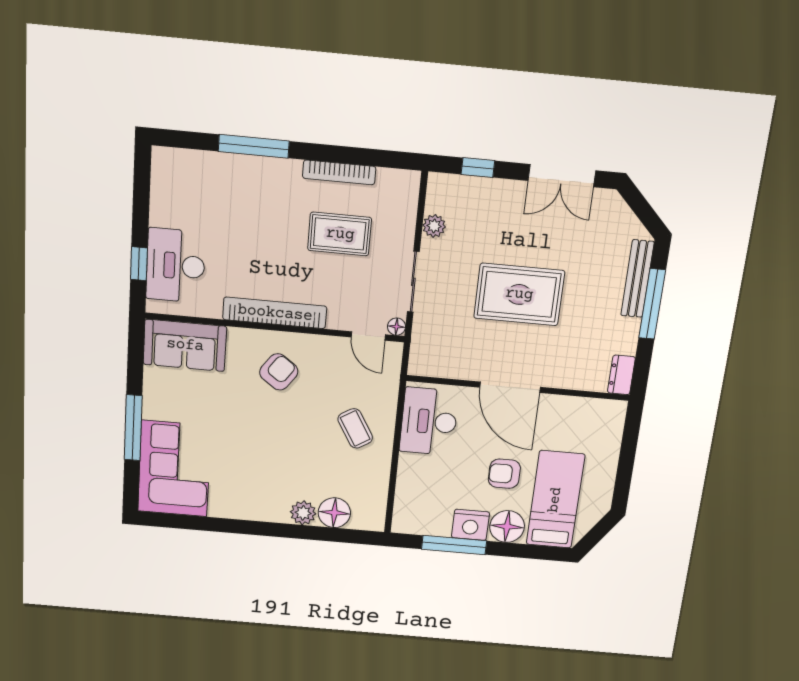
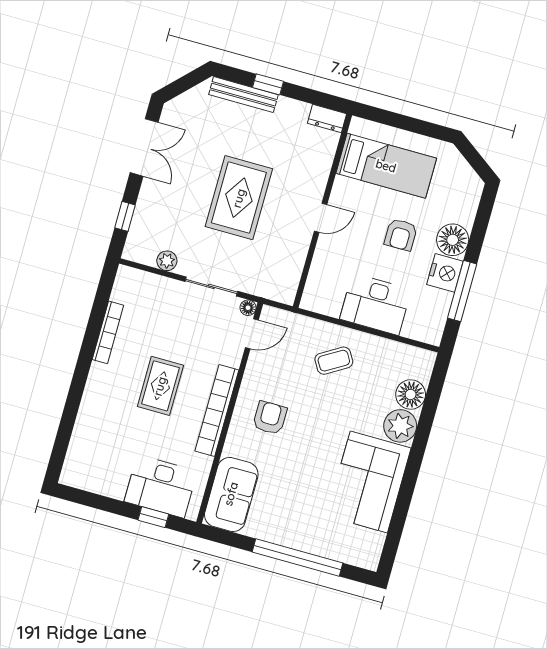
window: (254, 146) -> (74, 399), removed
rug: (340, 234) -> (160, 386), moved
window: (652, 304) -> (268, 84), width x0.46
armchair: (279, 372) -> (270, 418), turned 54
door: (510, 387) -> (321, 218), width x0.53
desk: (429, 421) -> (375, 304), moved
window: (133, 428) -> (297, 557), width x1.46
corner sofa: (174, 469) -> (369, 482), moved, turned -90
bed: (555, 500) -> (386, 166), moved, turned 180
plant: (303, 513) -> (400, 426), width x1.36, depth x1.36

